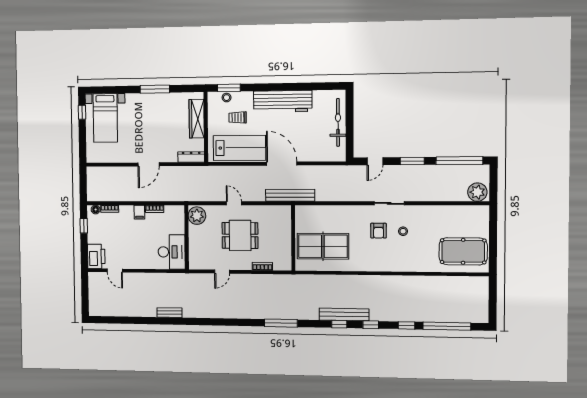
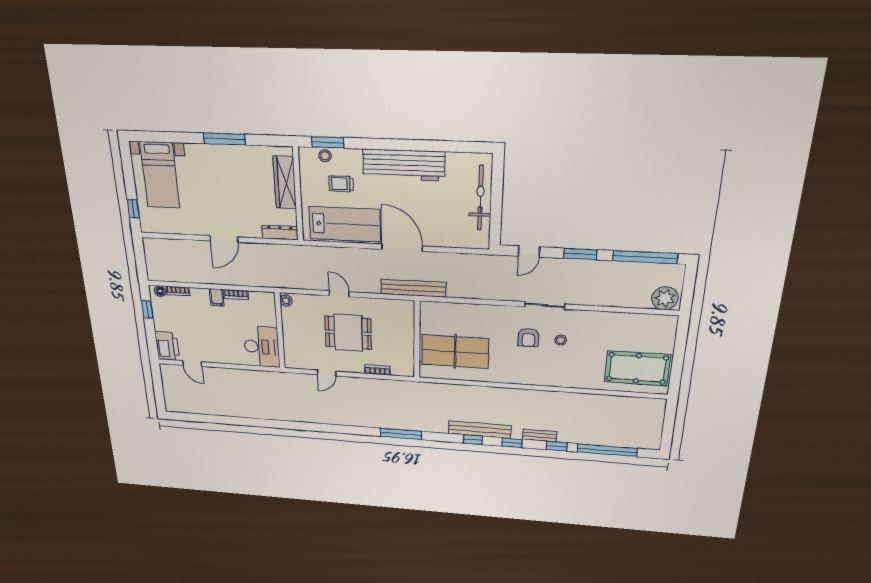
window: (82, 112) -> (133, 209), moved
plant: (197, 216) -> (286, 301), width x0.53, depth x0.53
bench: (170, 313) -> (540, 435), moved

